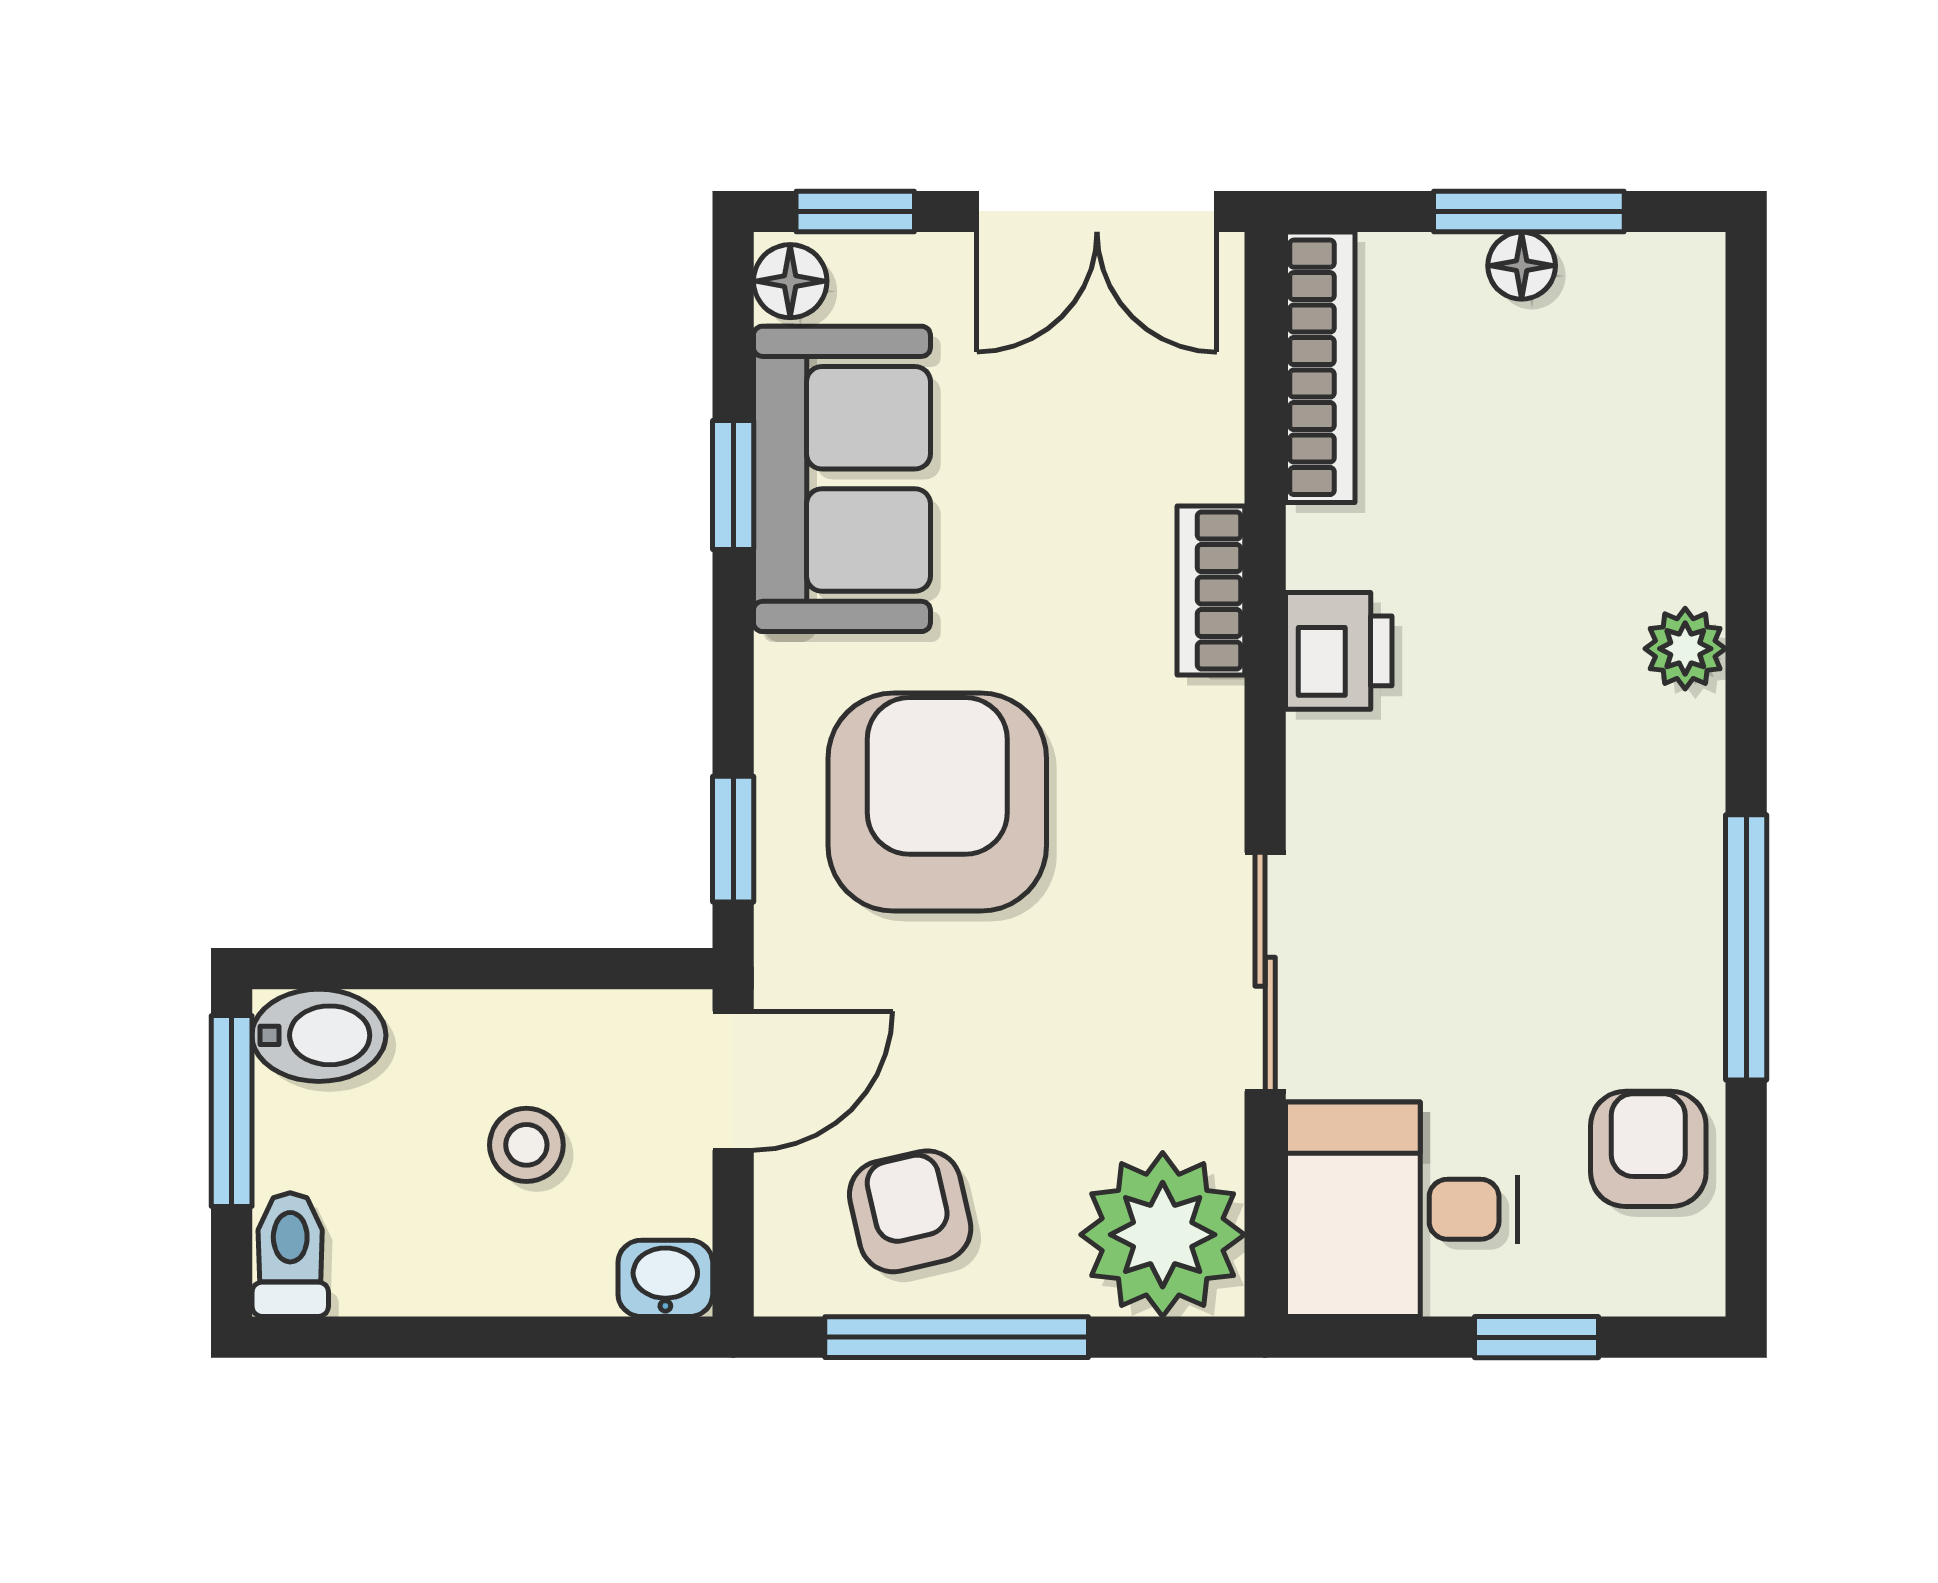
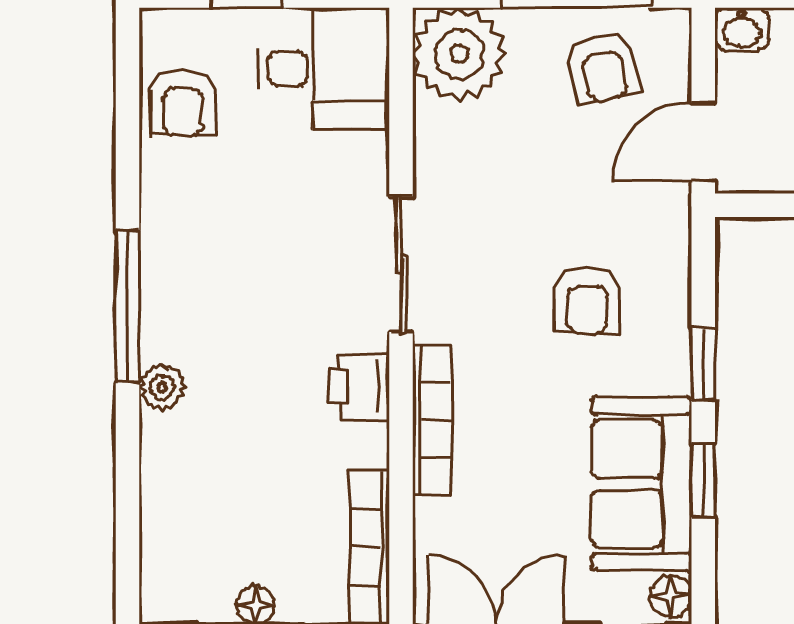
bookcase: (1211, 591) -> (432, 420), width x1.56
armchair: (937, 802) -> (587, 300), width x0.53, depth x0.53
window: (733, 839) -> (703, 364), moved
window: (1746, 947) -> (128, 307), moved
sliding door: (1265, 972) -> (401, 264), moved

